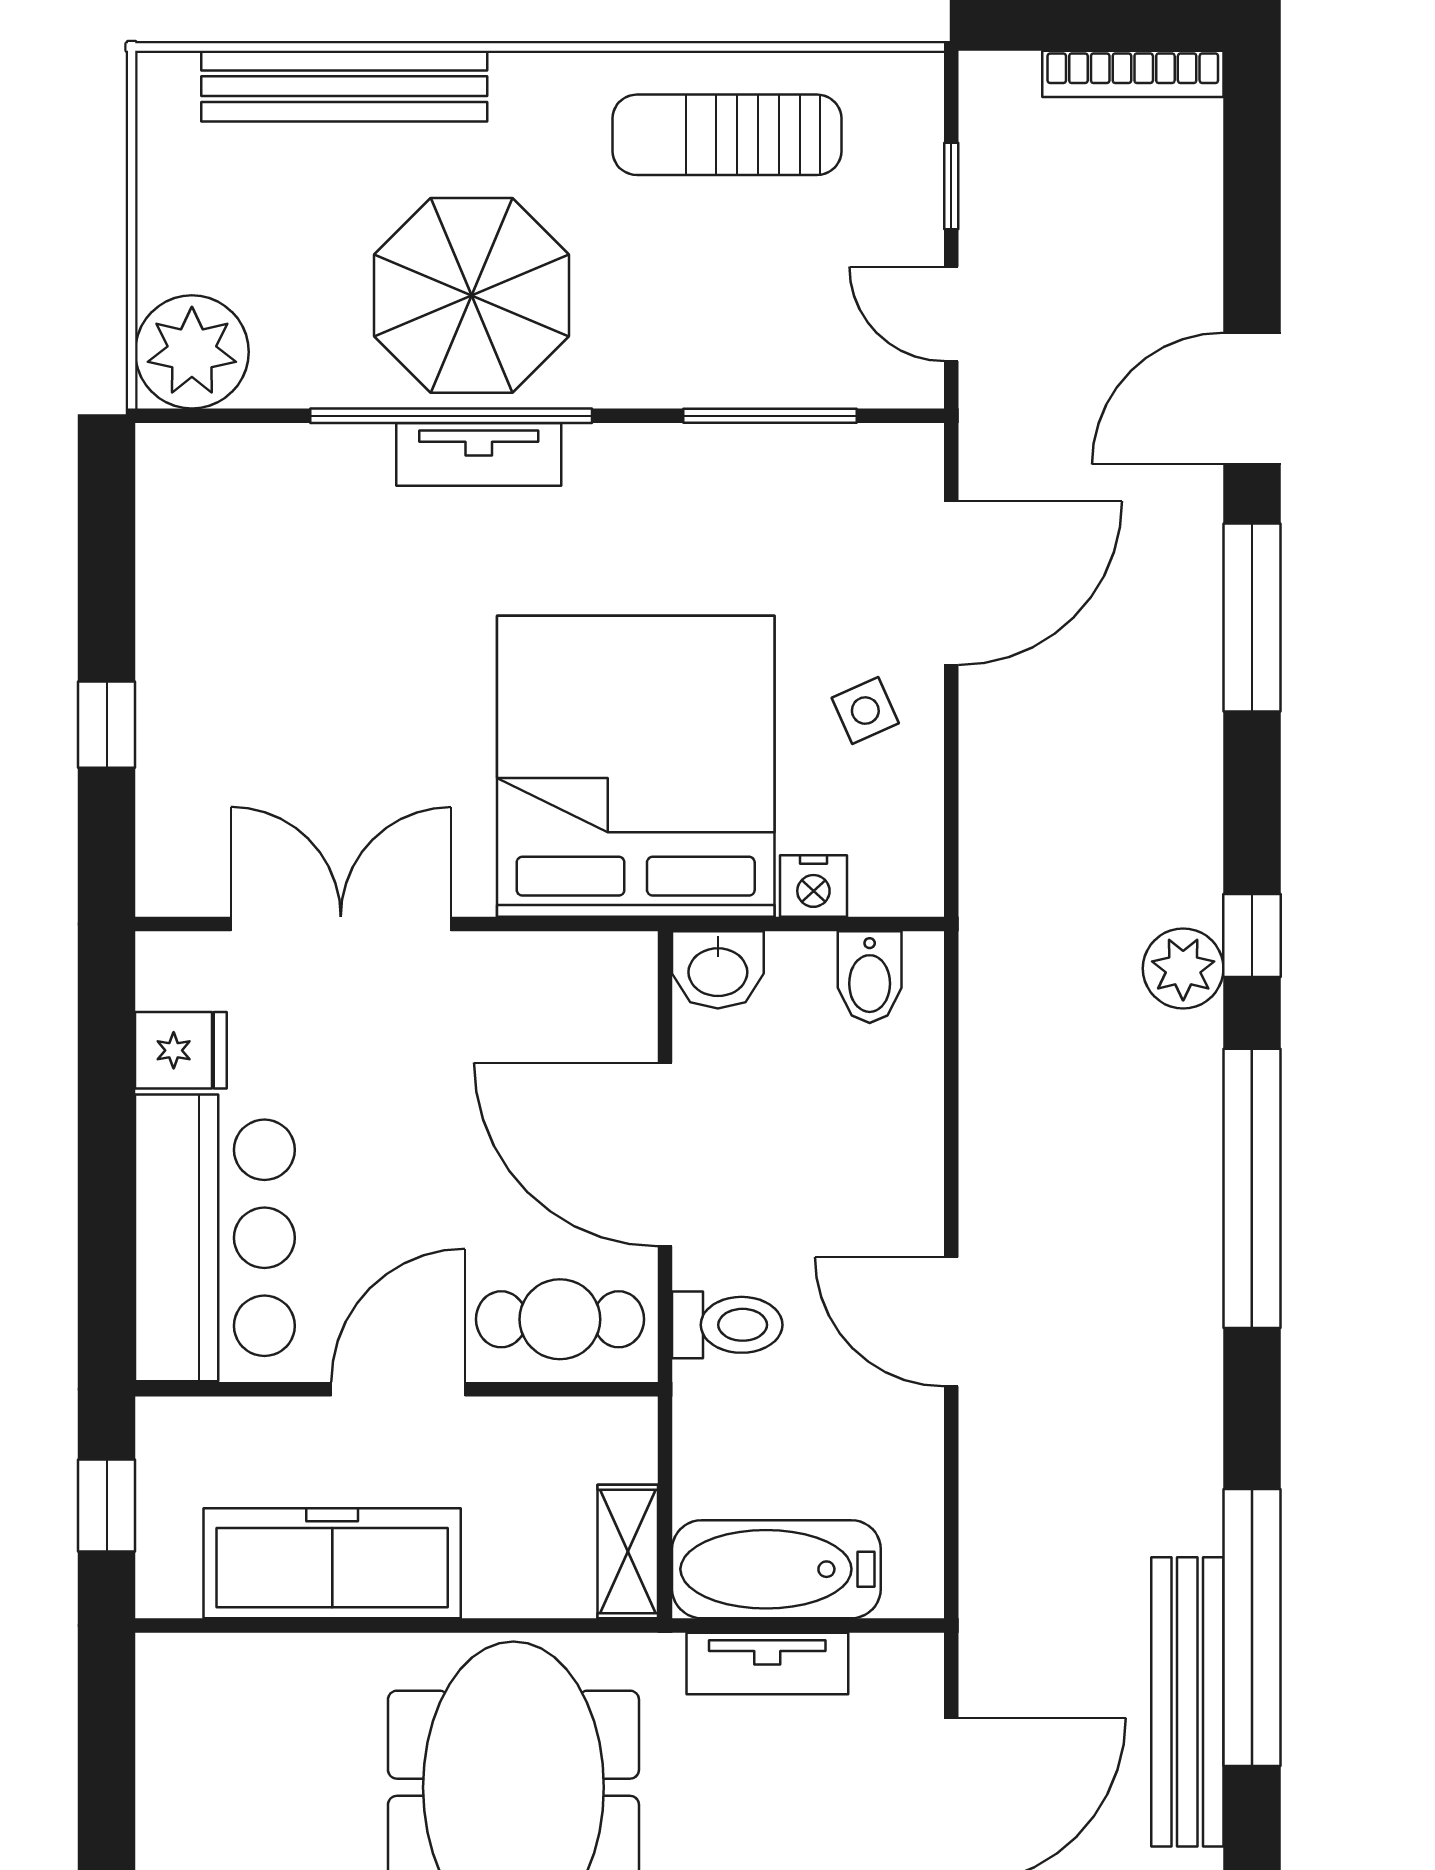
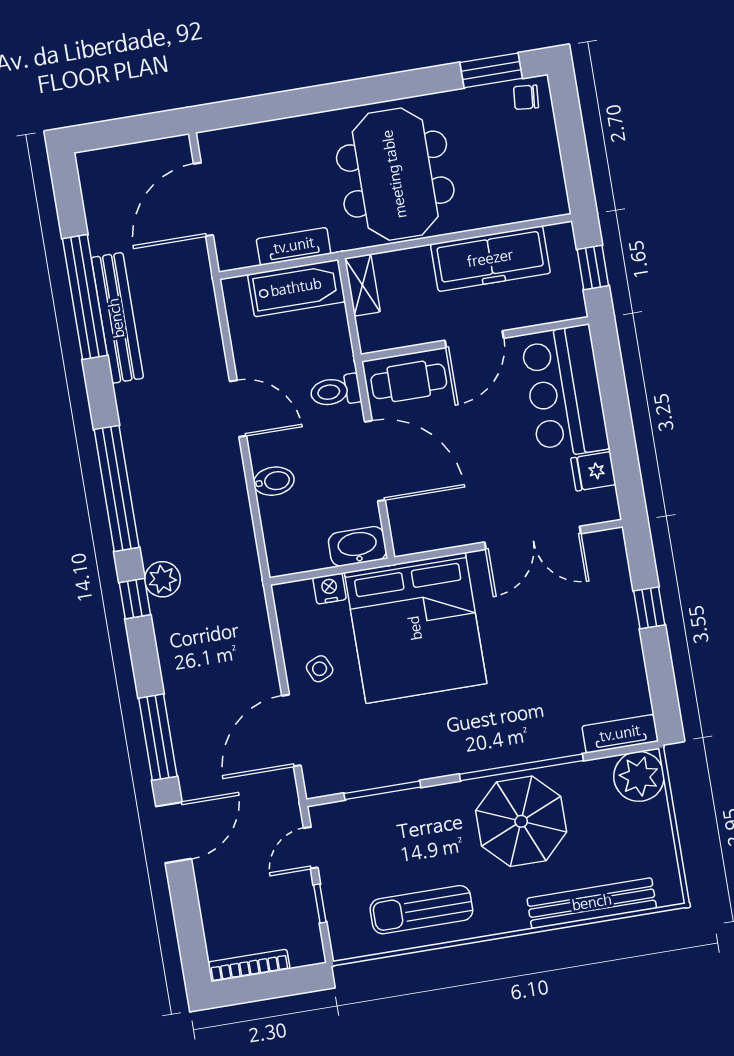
sun lounger: (727, 135) -> (421, 910), turned 180
door: (951, 314) -> (311, 848), swing flipped
tv unit: (479, 454) -> (620, 734), moved
washbasin: (718, 970) -> (357, 546), width x1.38
bidet: (870, 977) -> (274, 481), moved, turned 90
bench: (1187, 1702) -> (117, 318), moved

